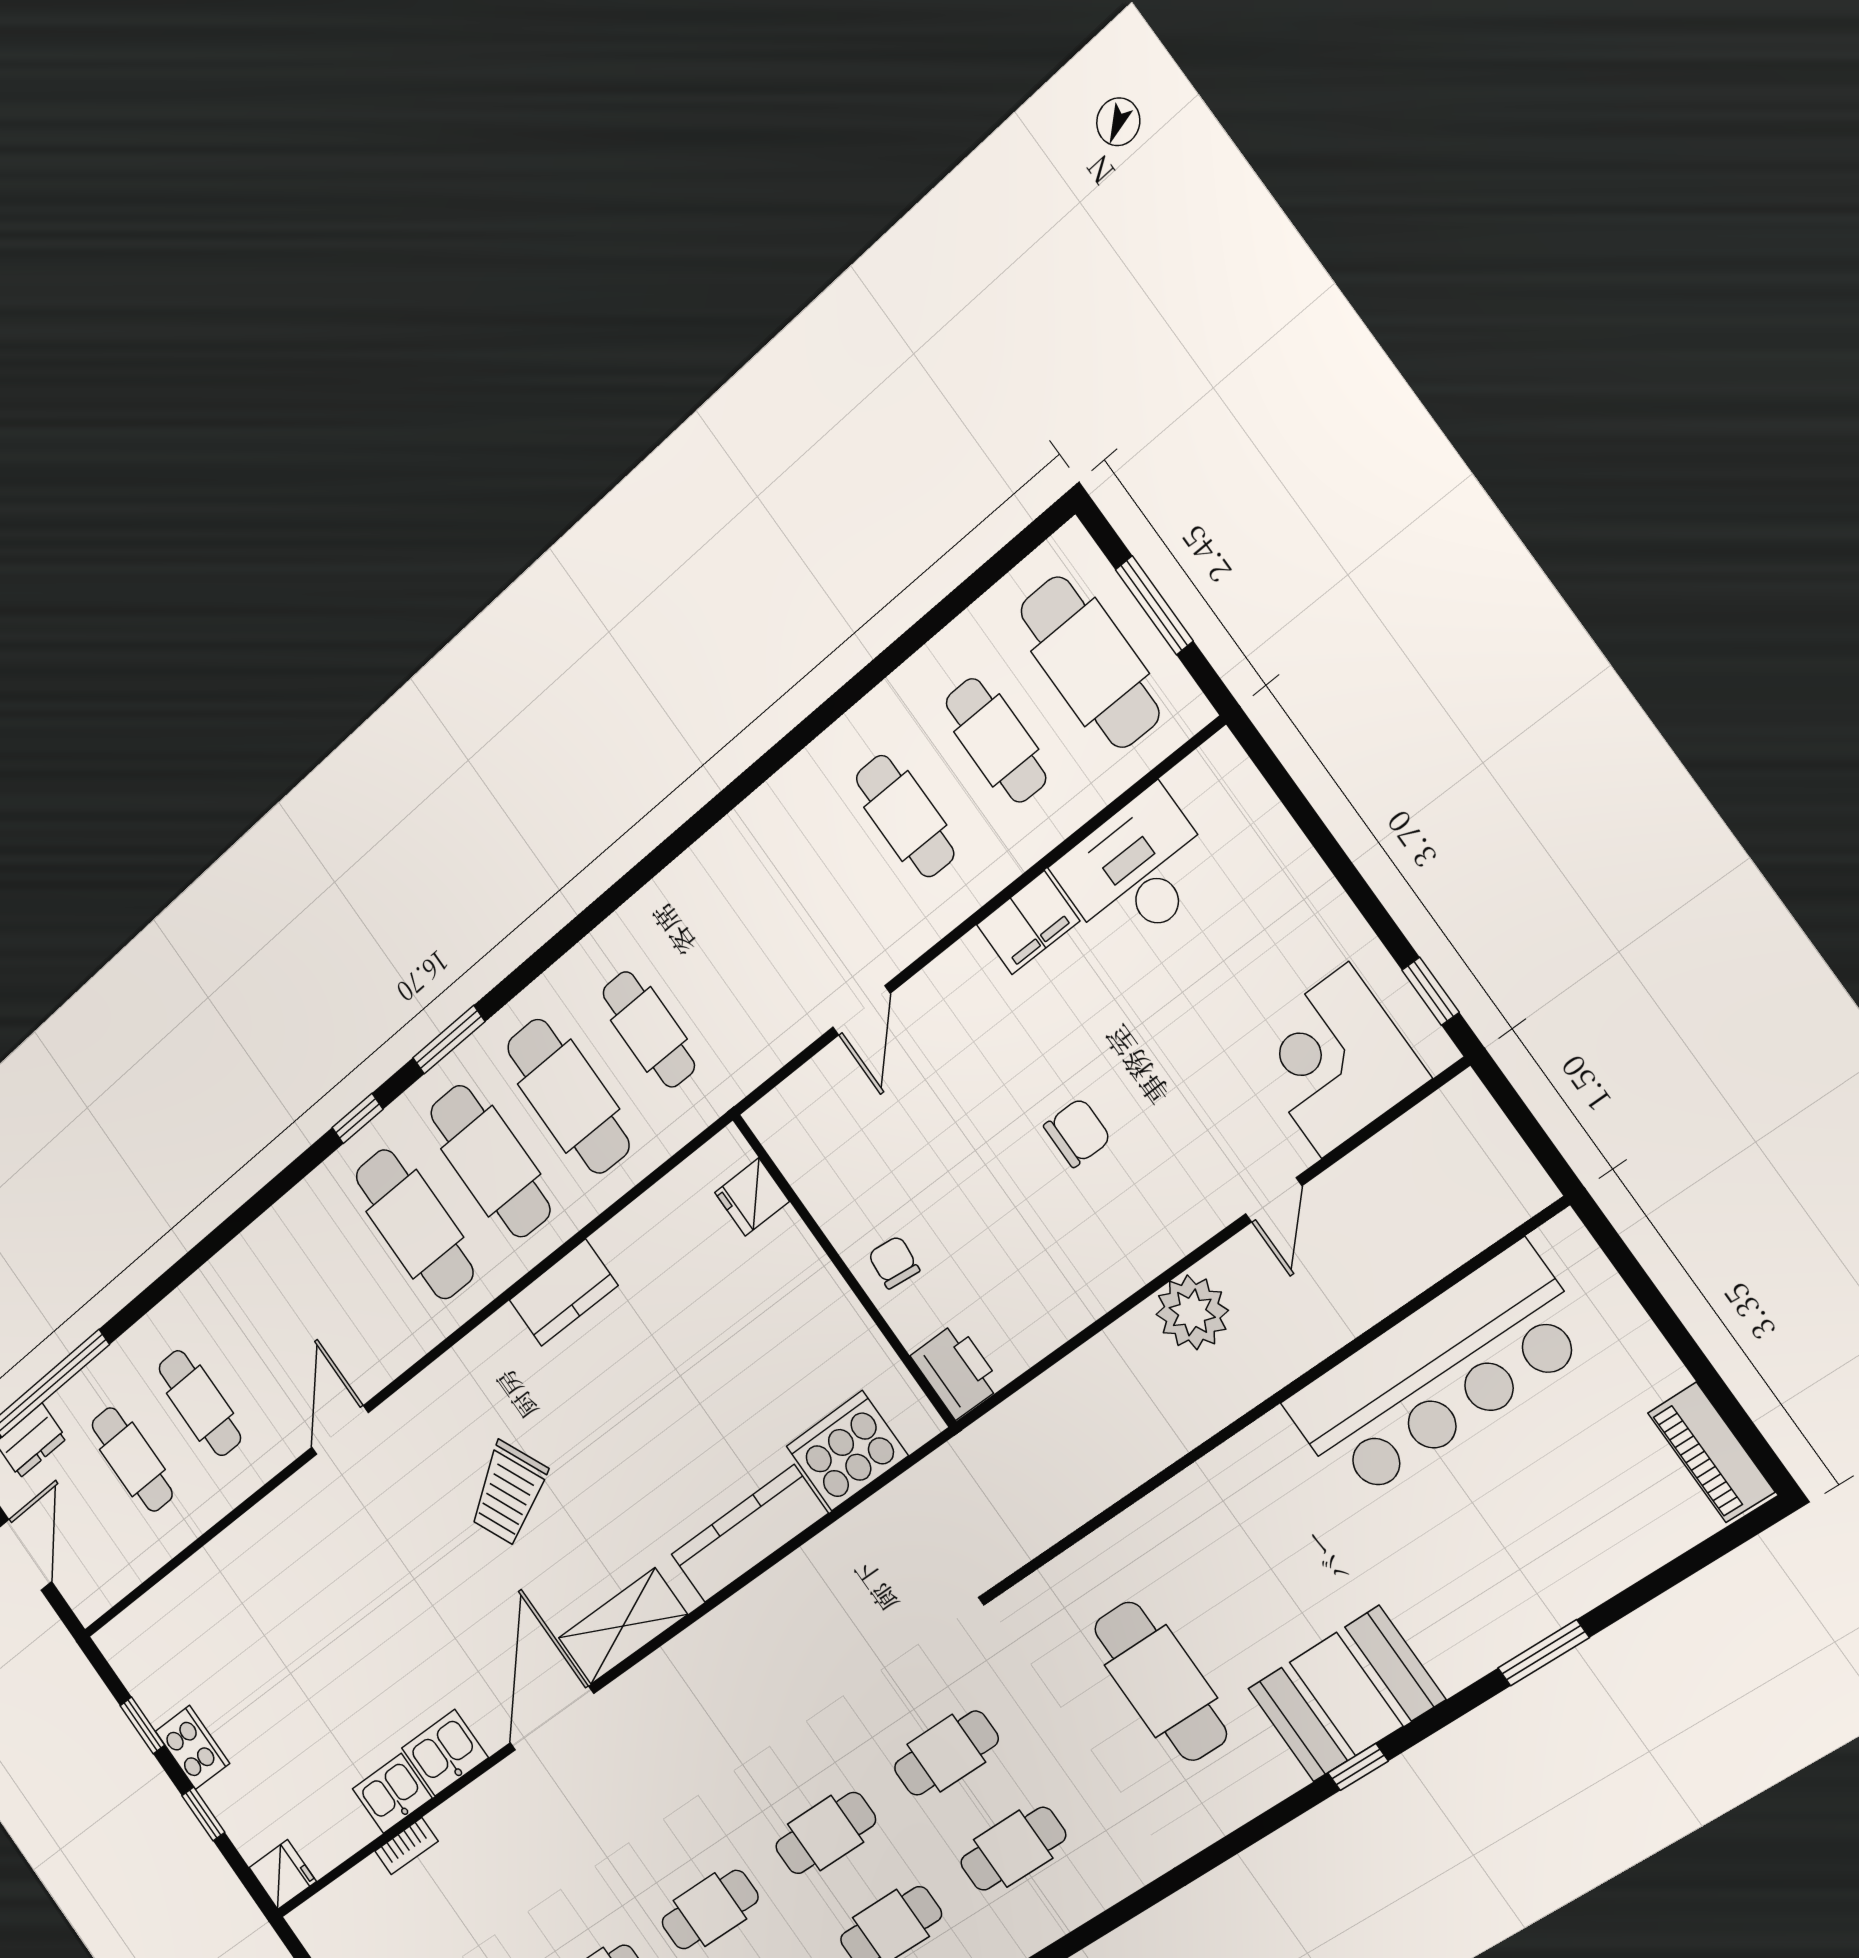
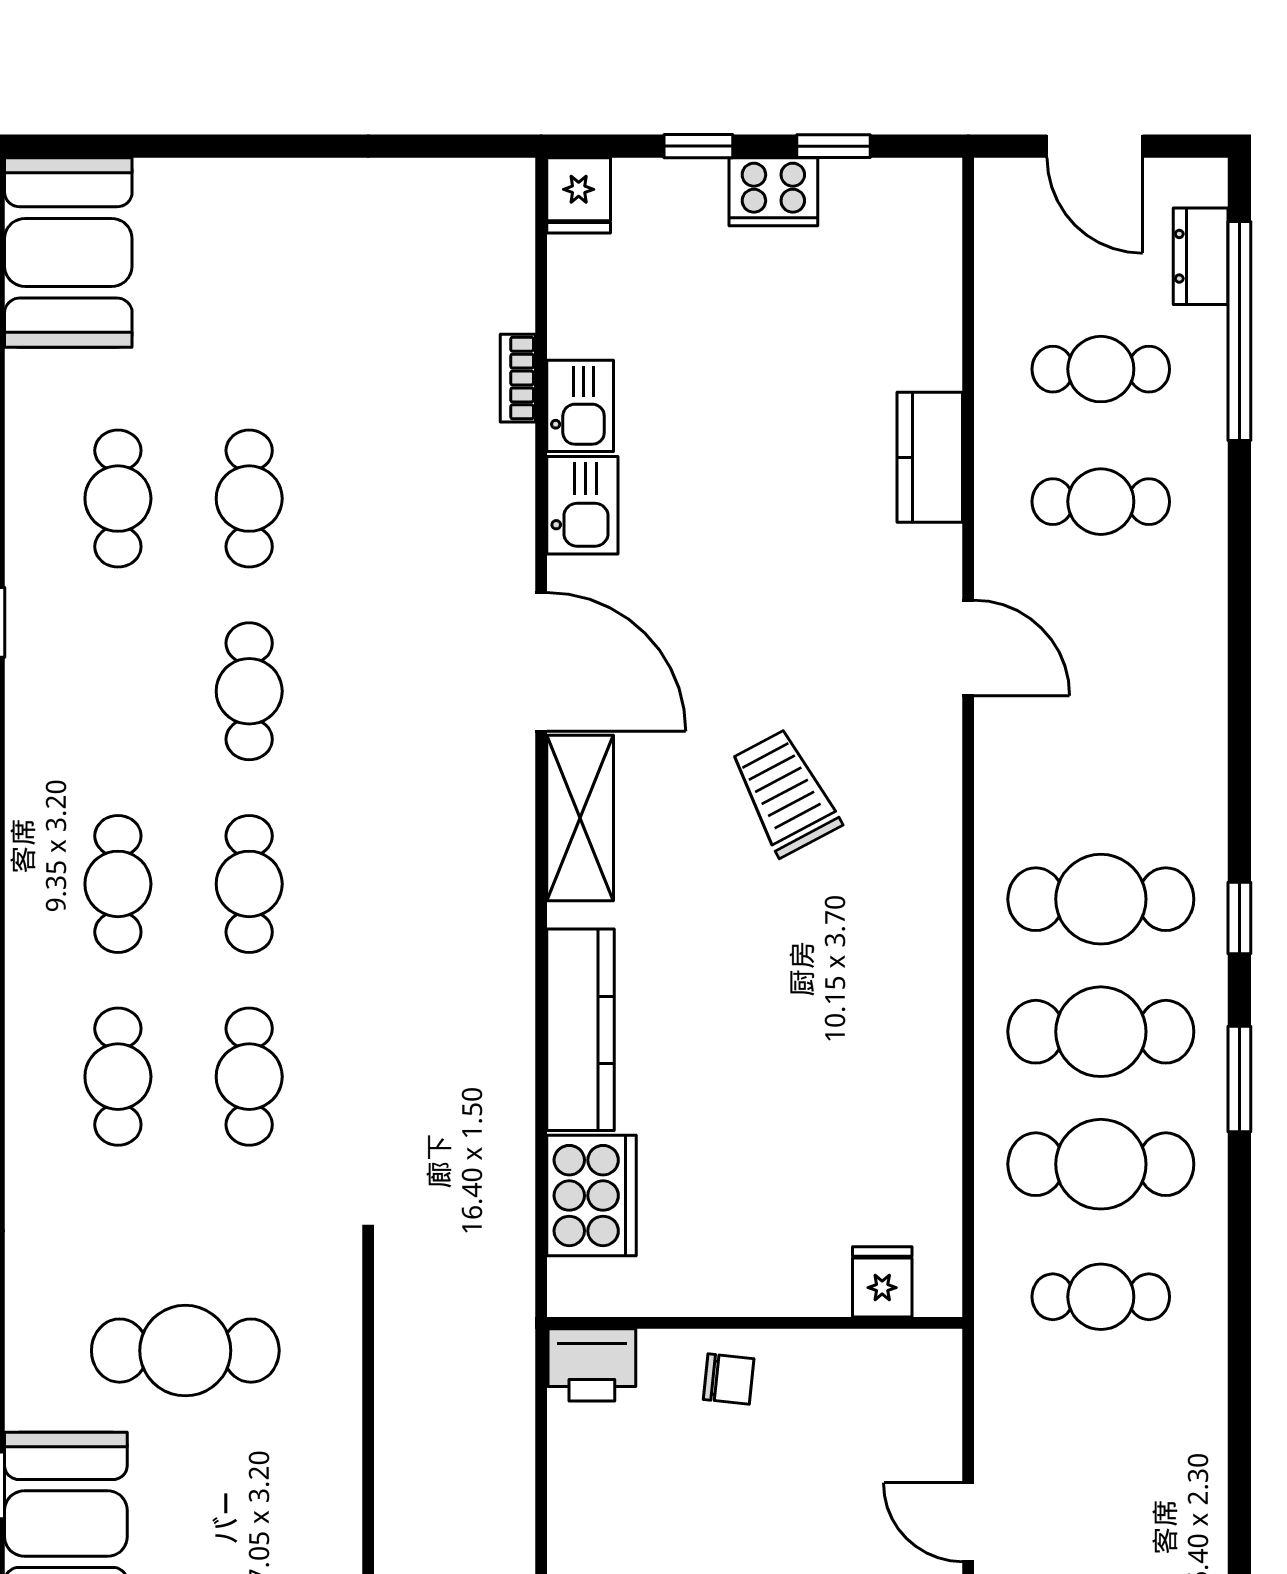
kitchen counter: (563, 1293) -> (930, 457), moved

